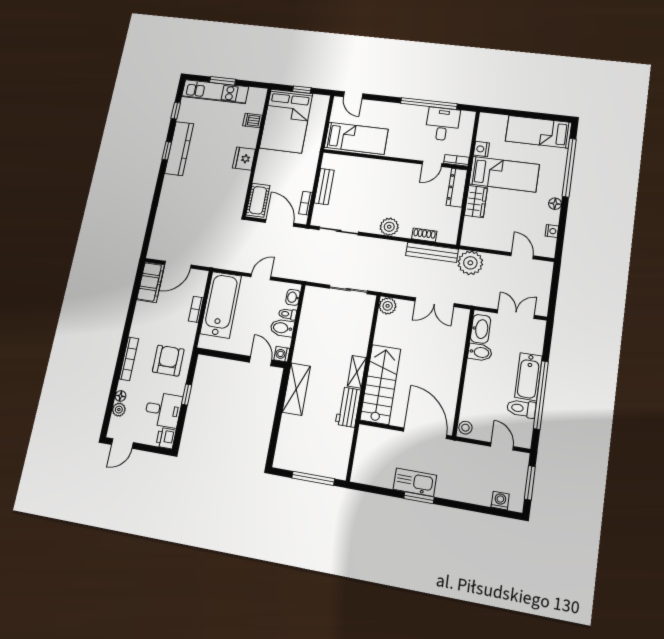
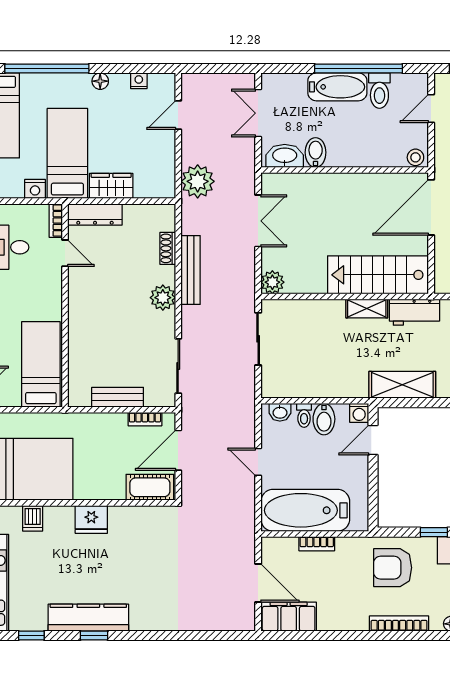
bench: (432, 252) -> (191, 270), moved

